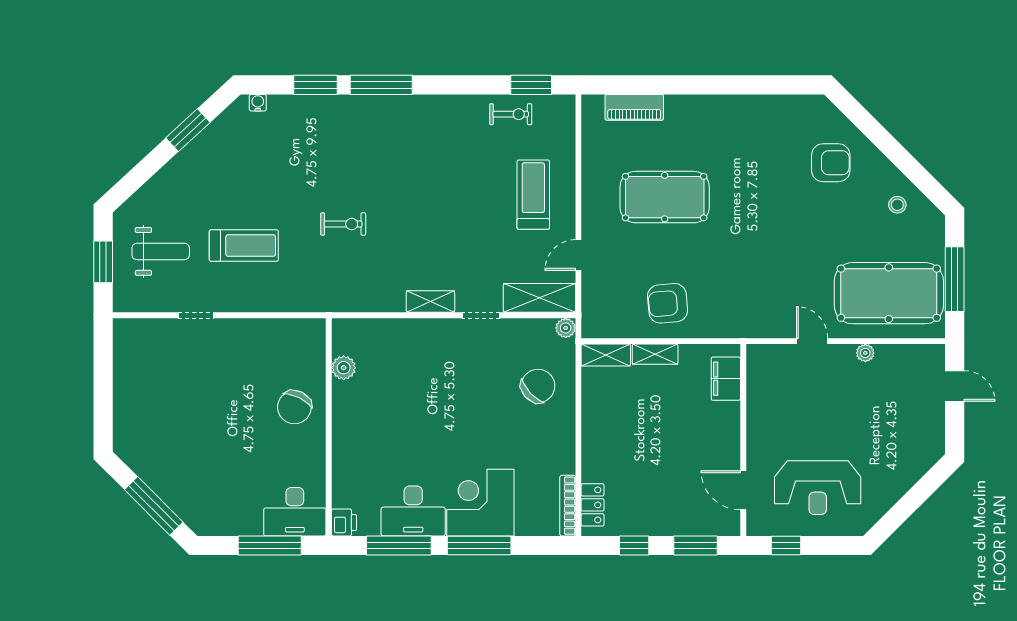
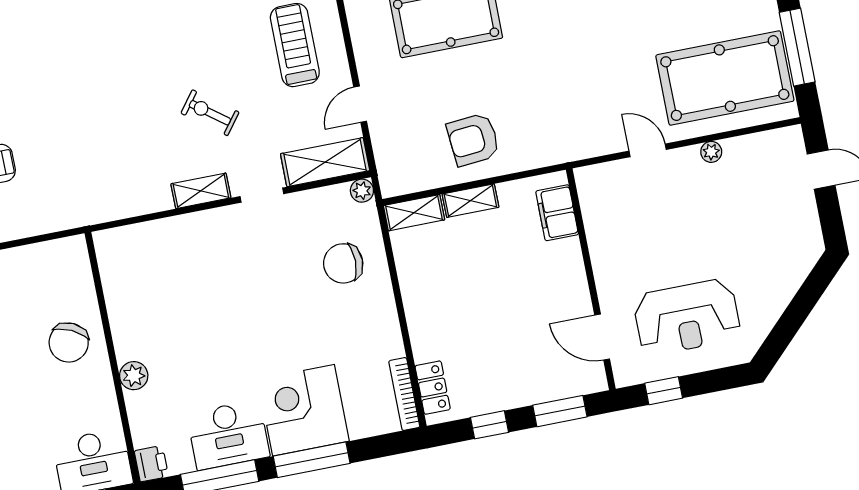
exercise bike: (343, 224) -> (210, 113), moved, turned -143
plant: (344, 368) -> (134, 376), moved
chair: (538, 386) -> (343, 263), turned -137

